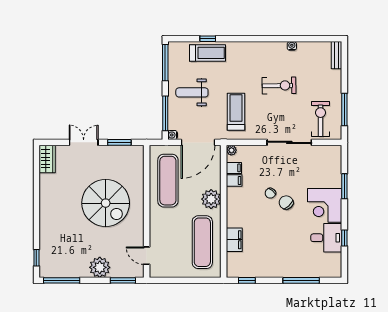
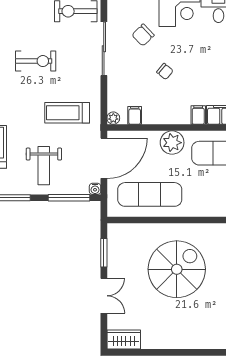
exercise bike: (279, 86) -> (36, 61), turned 91
double door: (84, 142) -> (104, 296), swing flipped
door: (198, 142) -> (104, 158), hinge flipped
filing cabinet: (234, 181) -> (198, 115), moved
chair: (286, 203) -> (143, 35), moved

